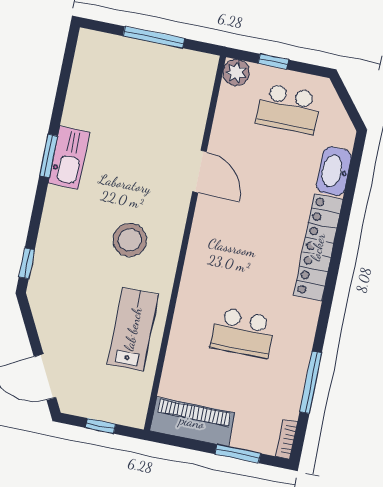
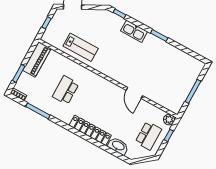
school desk: (288, 109) -> (148, 136), turned 180
kitchen sink: (69, 158) -> (134, 31), moved
door: (199, 172) -> (134, 93), hinge flipped
stool: (130, 240) -> (116, 57), removed

